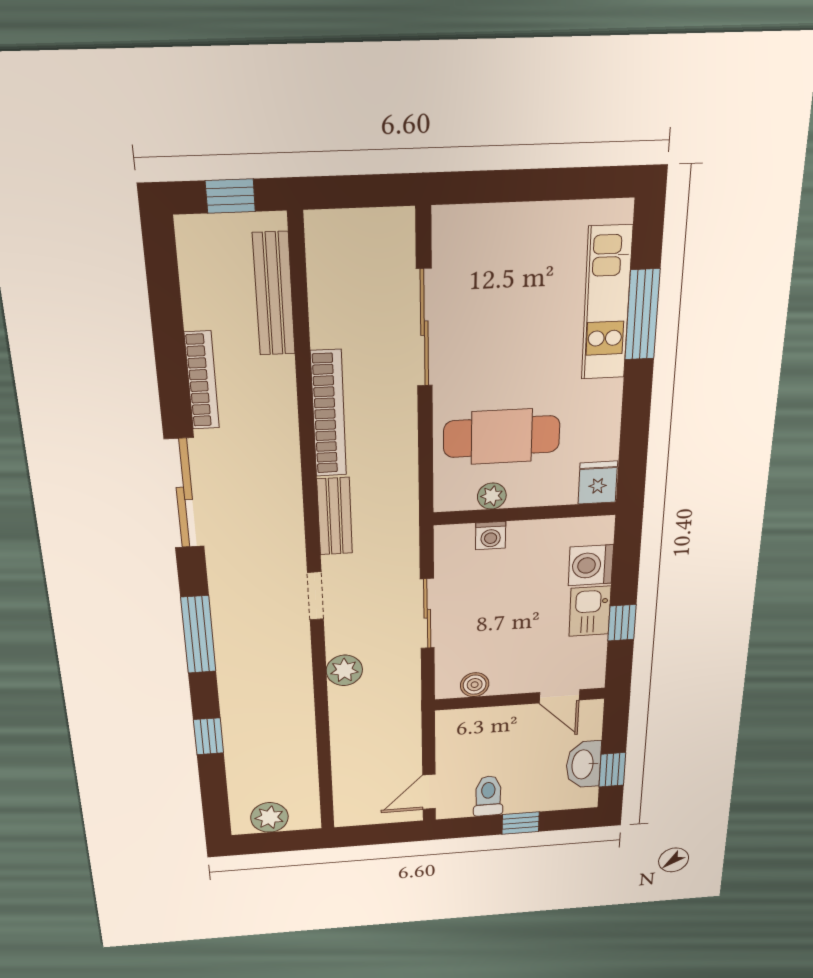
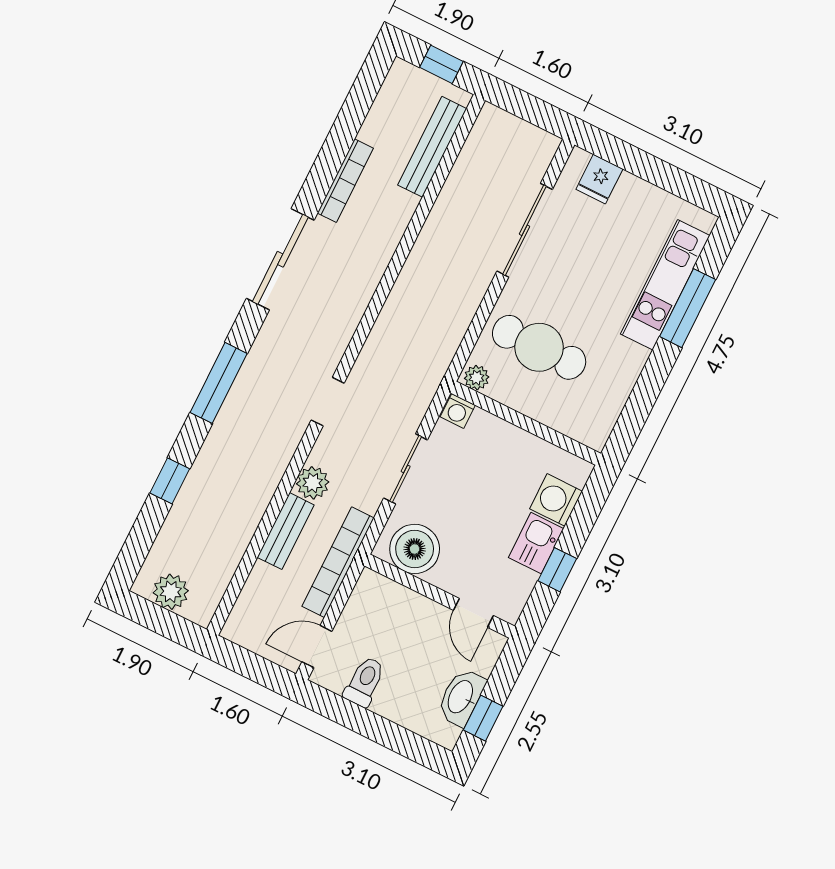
bookcase: (329, 414) -> (338, 562), moved, turned 180
fridge: (598, 483) -> (599, 179), moved, turned 180
plant: (492, 496) -> (477, 378), moved
bench: (335, 516) -> (286, 531), moved
washing machine: (491, 536) -> (458, 411), moved
boiler: (475, 685) -> (415, 549), width x1.86, depth x1.86
window: (521, 823) -> (378, 729), removed

